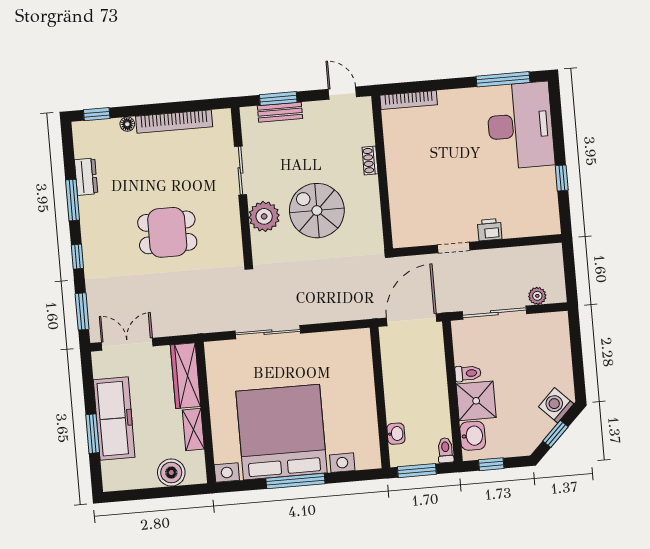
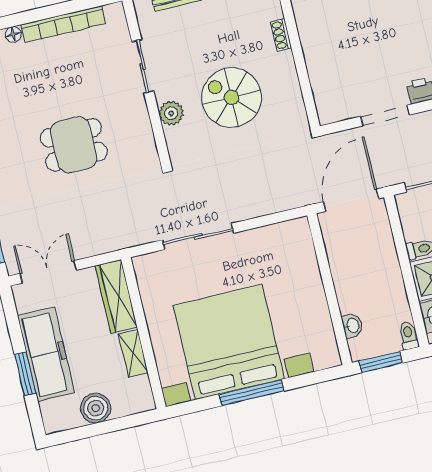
plant: (264, 216) -> (171, 113), width x0.73, depth x0.73
doorway: (454, 248) -> (385, 116), width x1.38
boiler: (171, 473) -> (96, 408), moved

